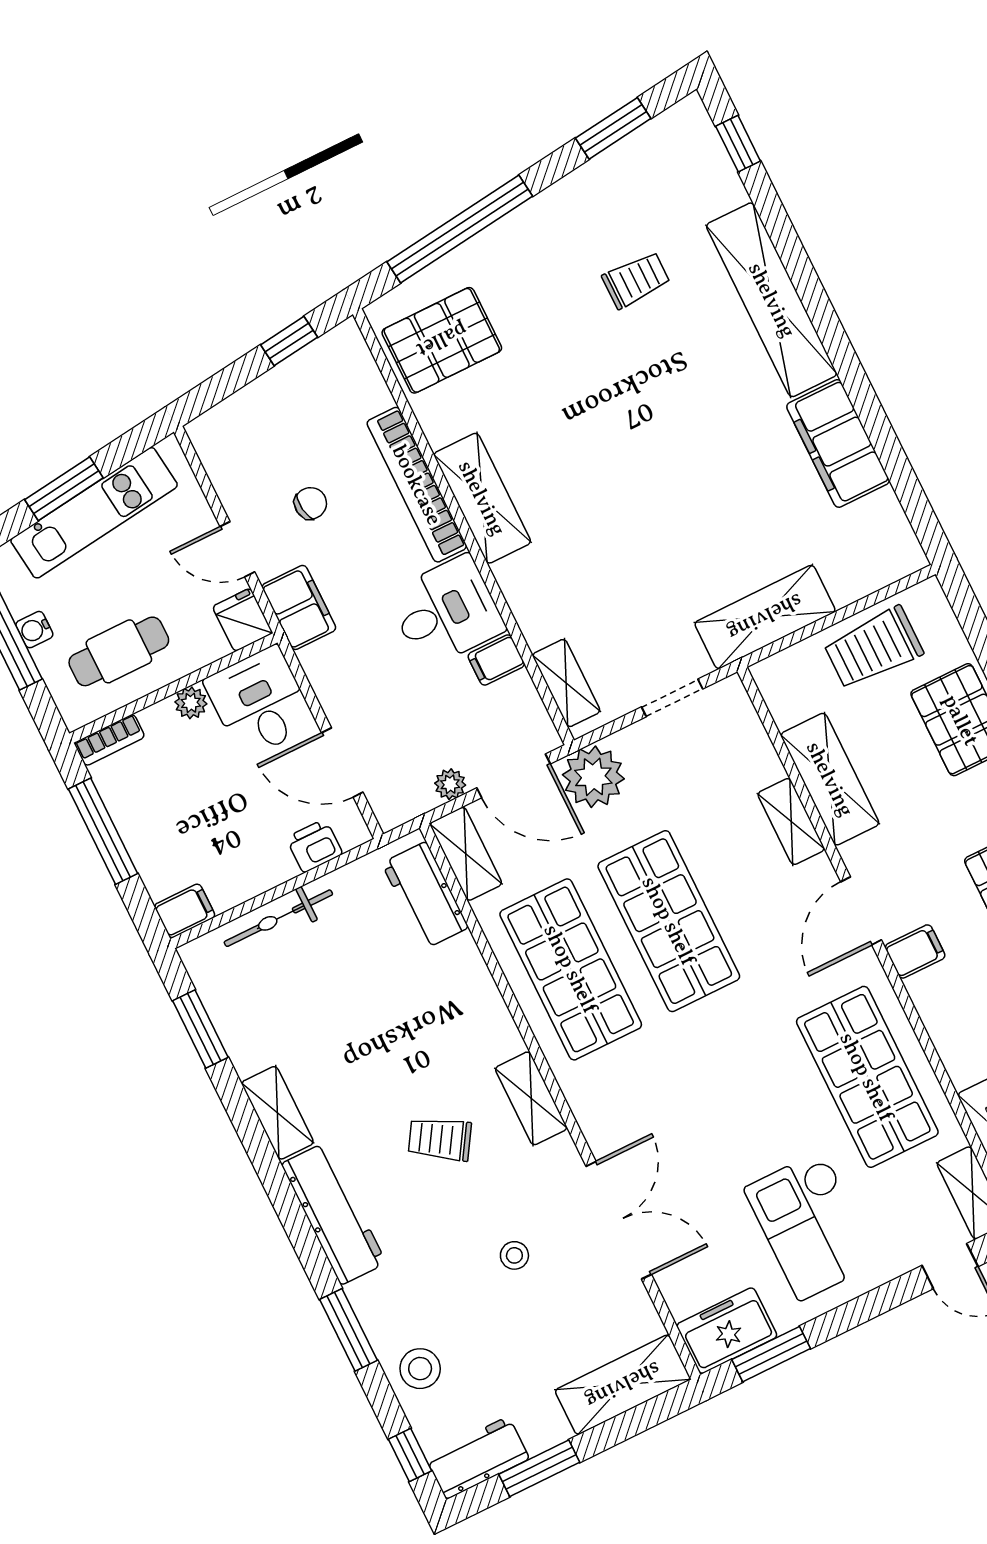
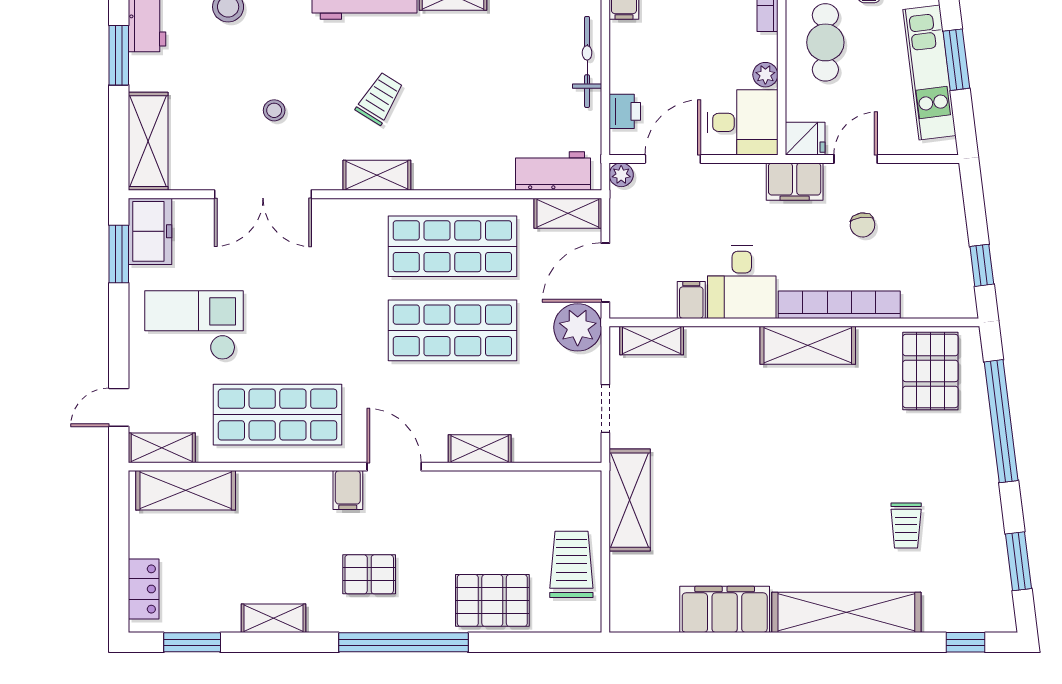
shelving: (830, 779) -> (496, 490), removed
plant: (450, 784) -> (621, 175), moved

